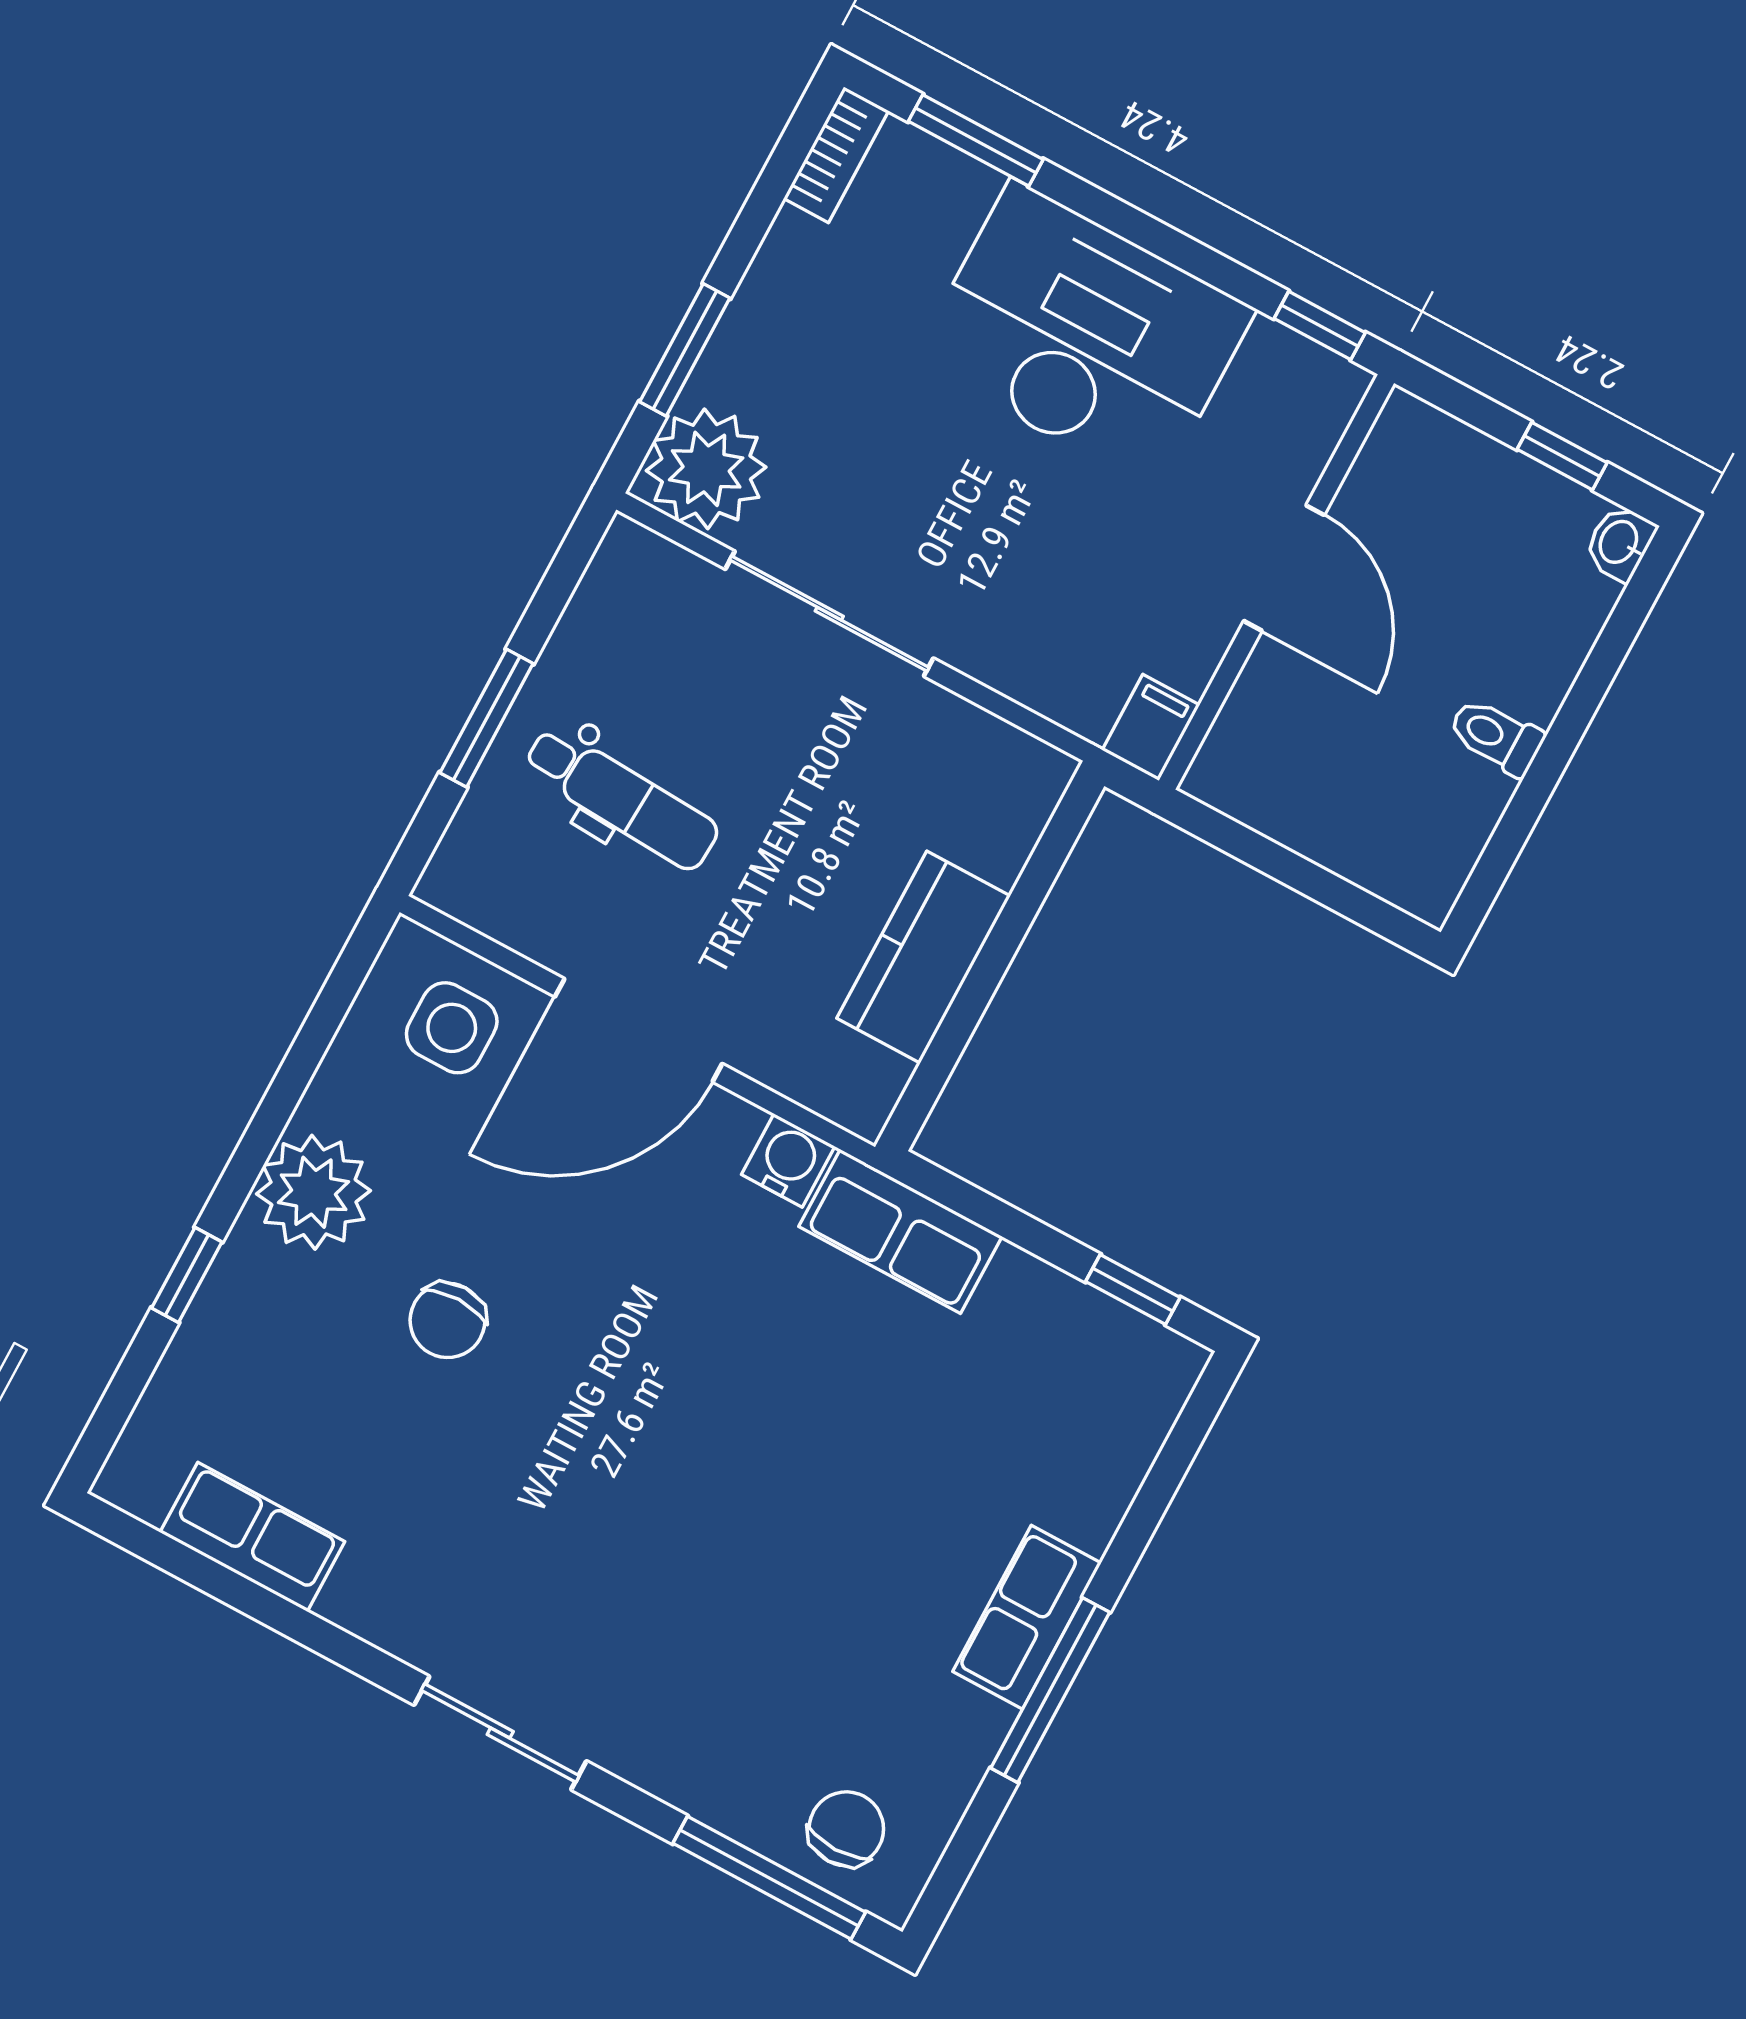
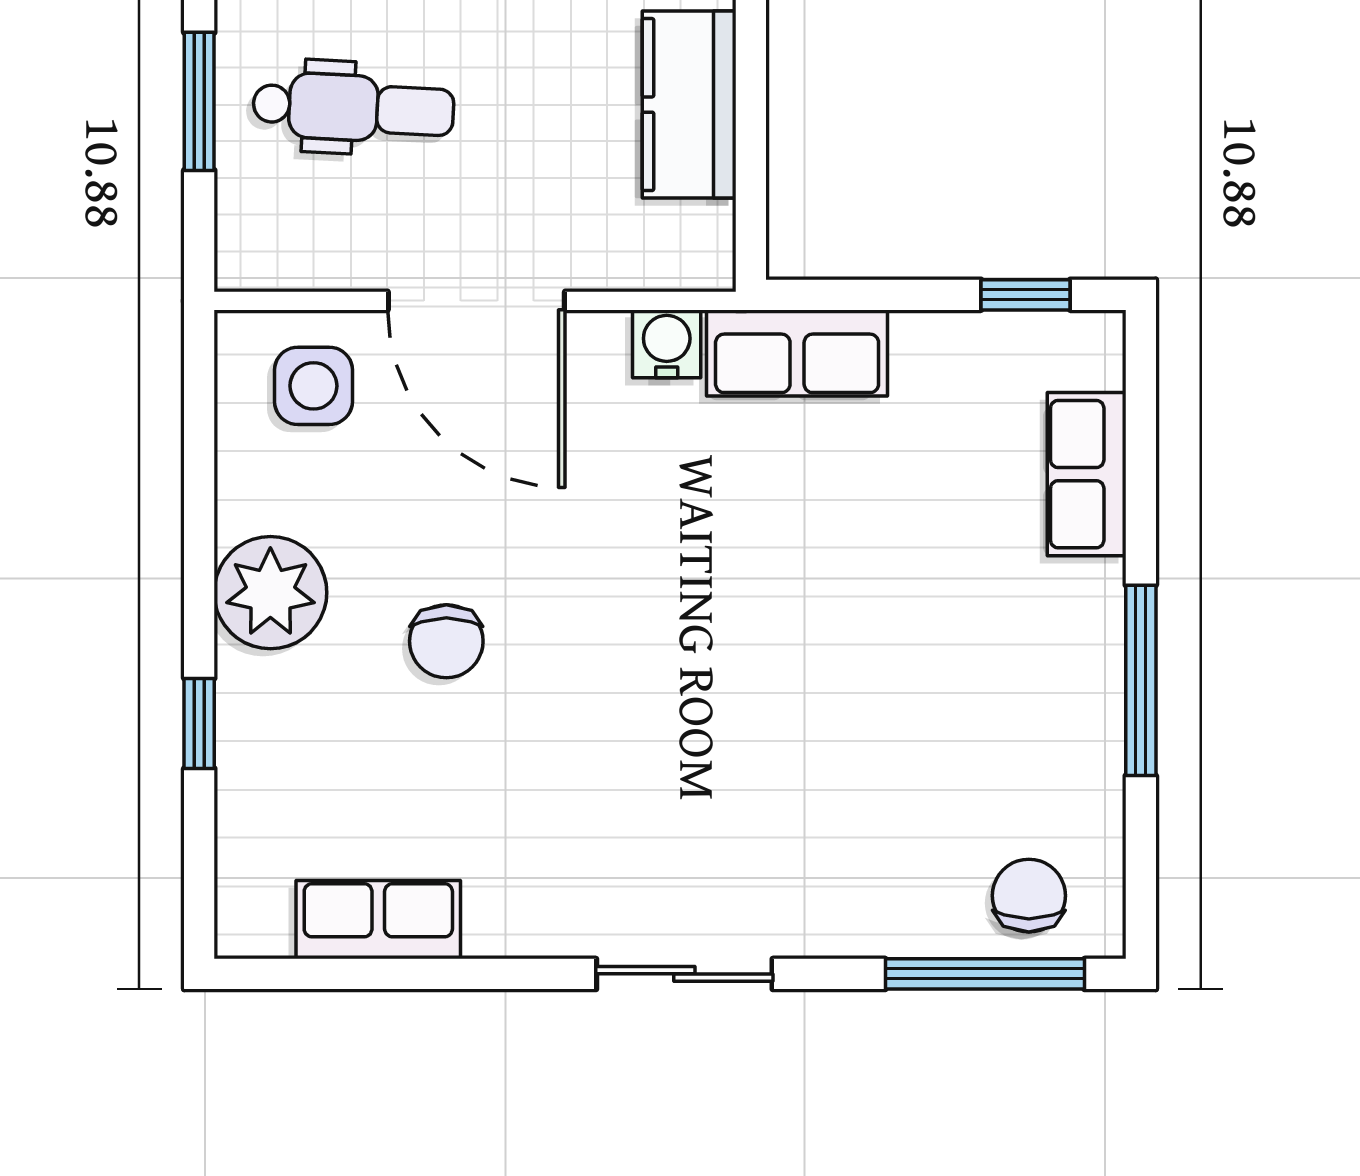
door: (639, 1030) -> (476, 301), hinge flipped
row of seats: (1027, 1617) -> (1087, 474), moved

